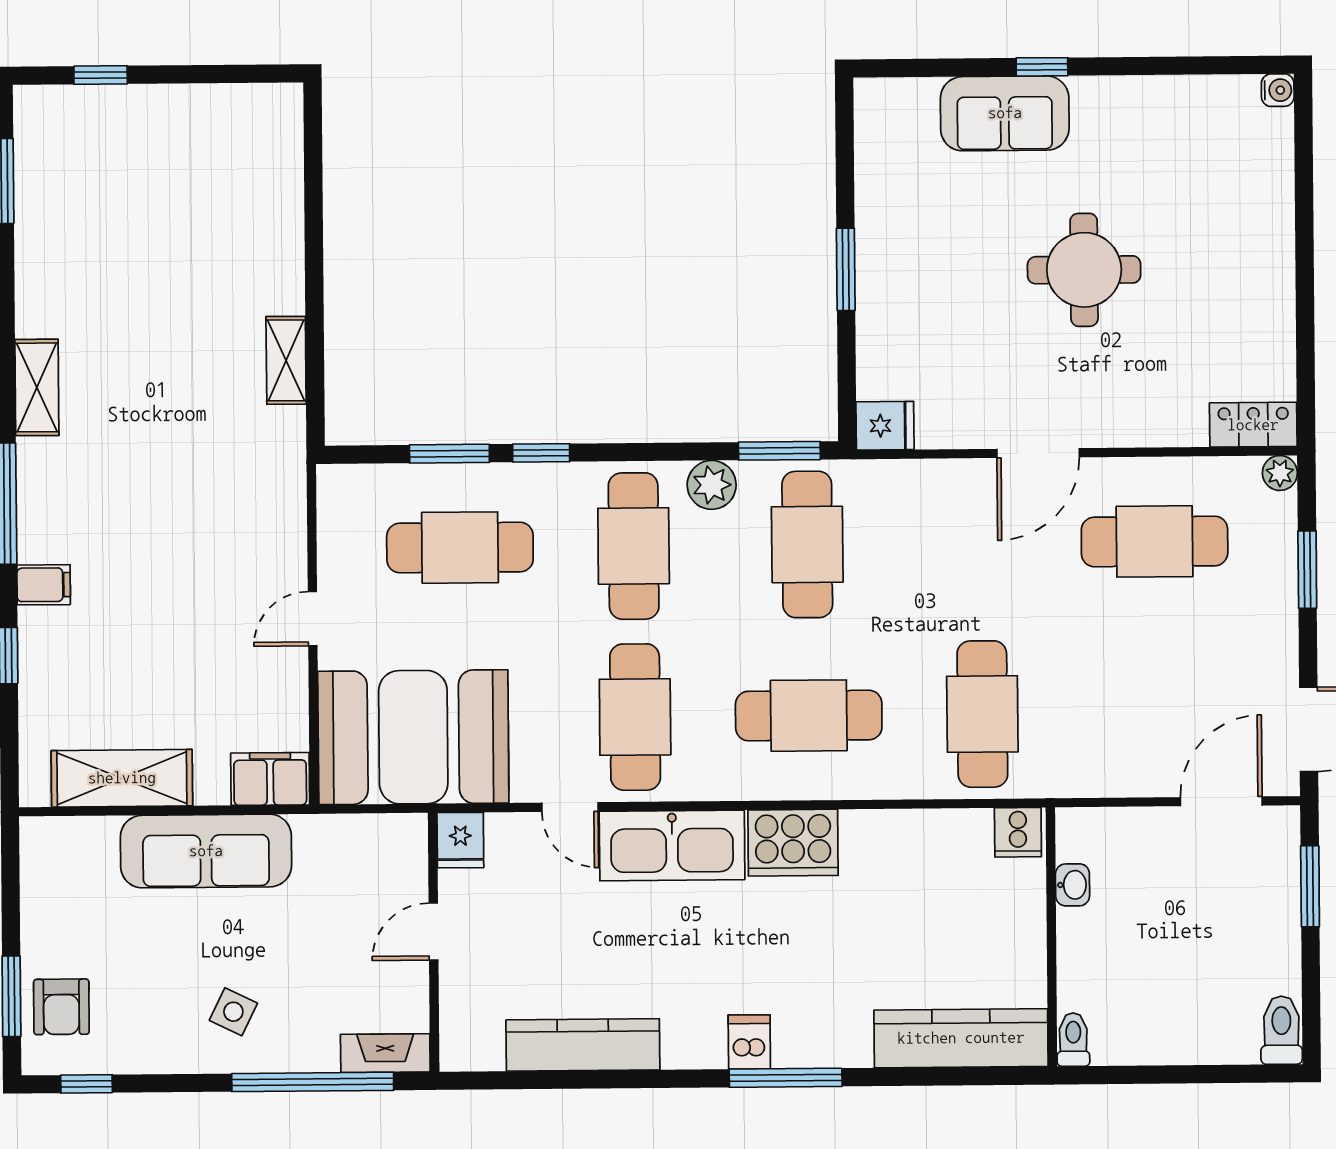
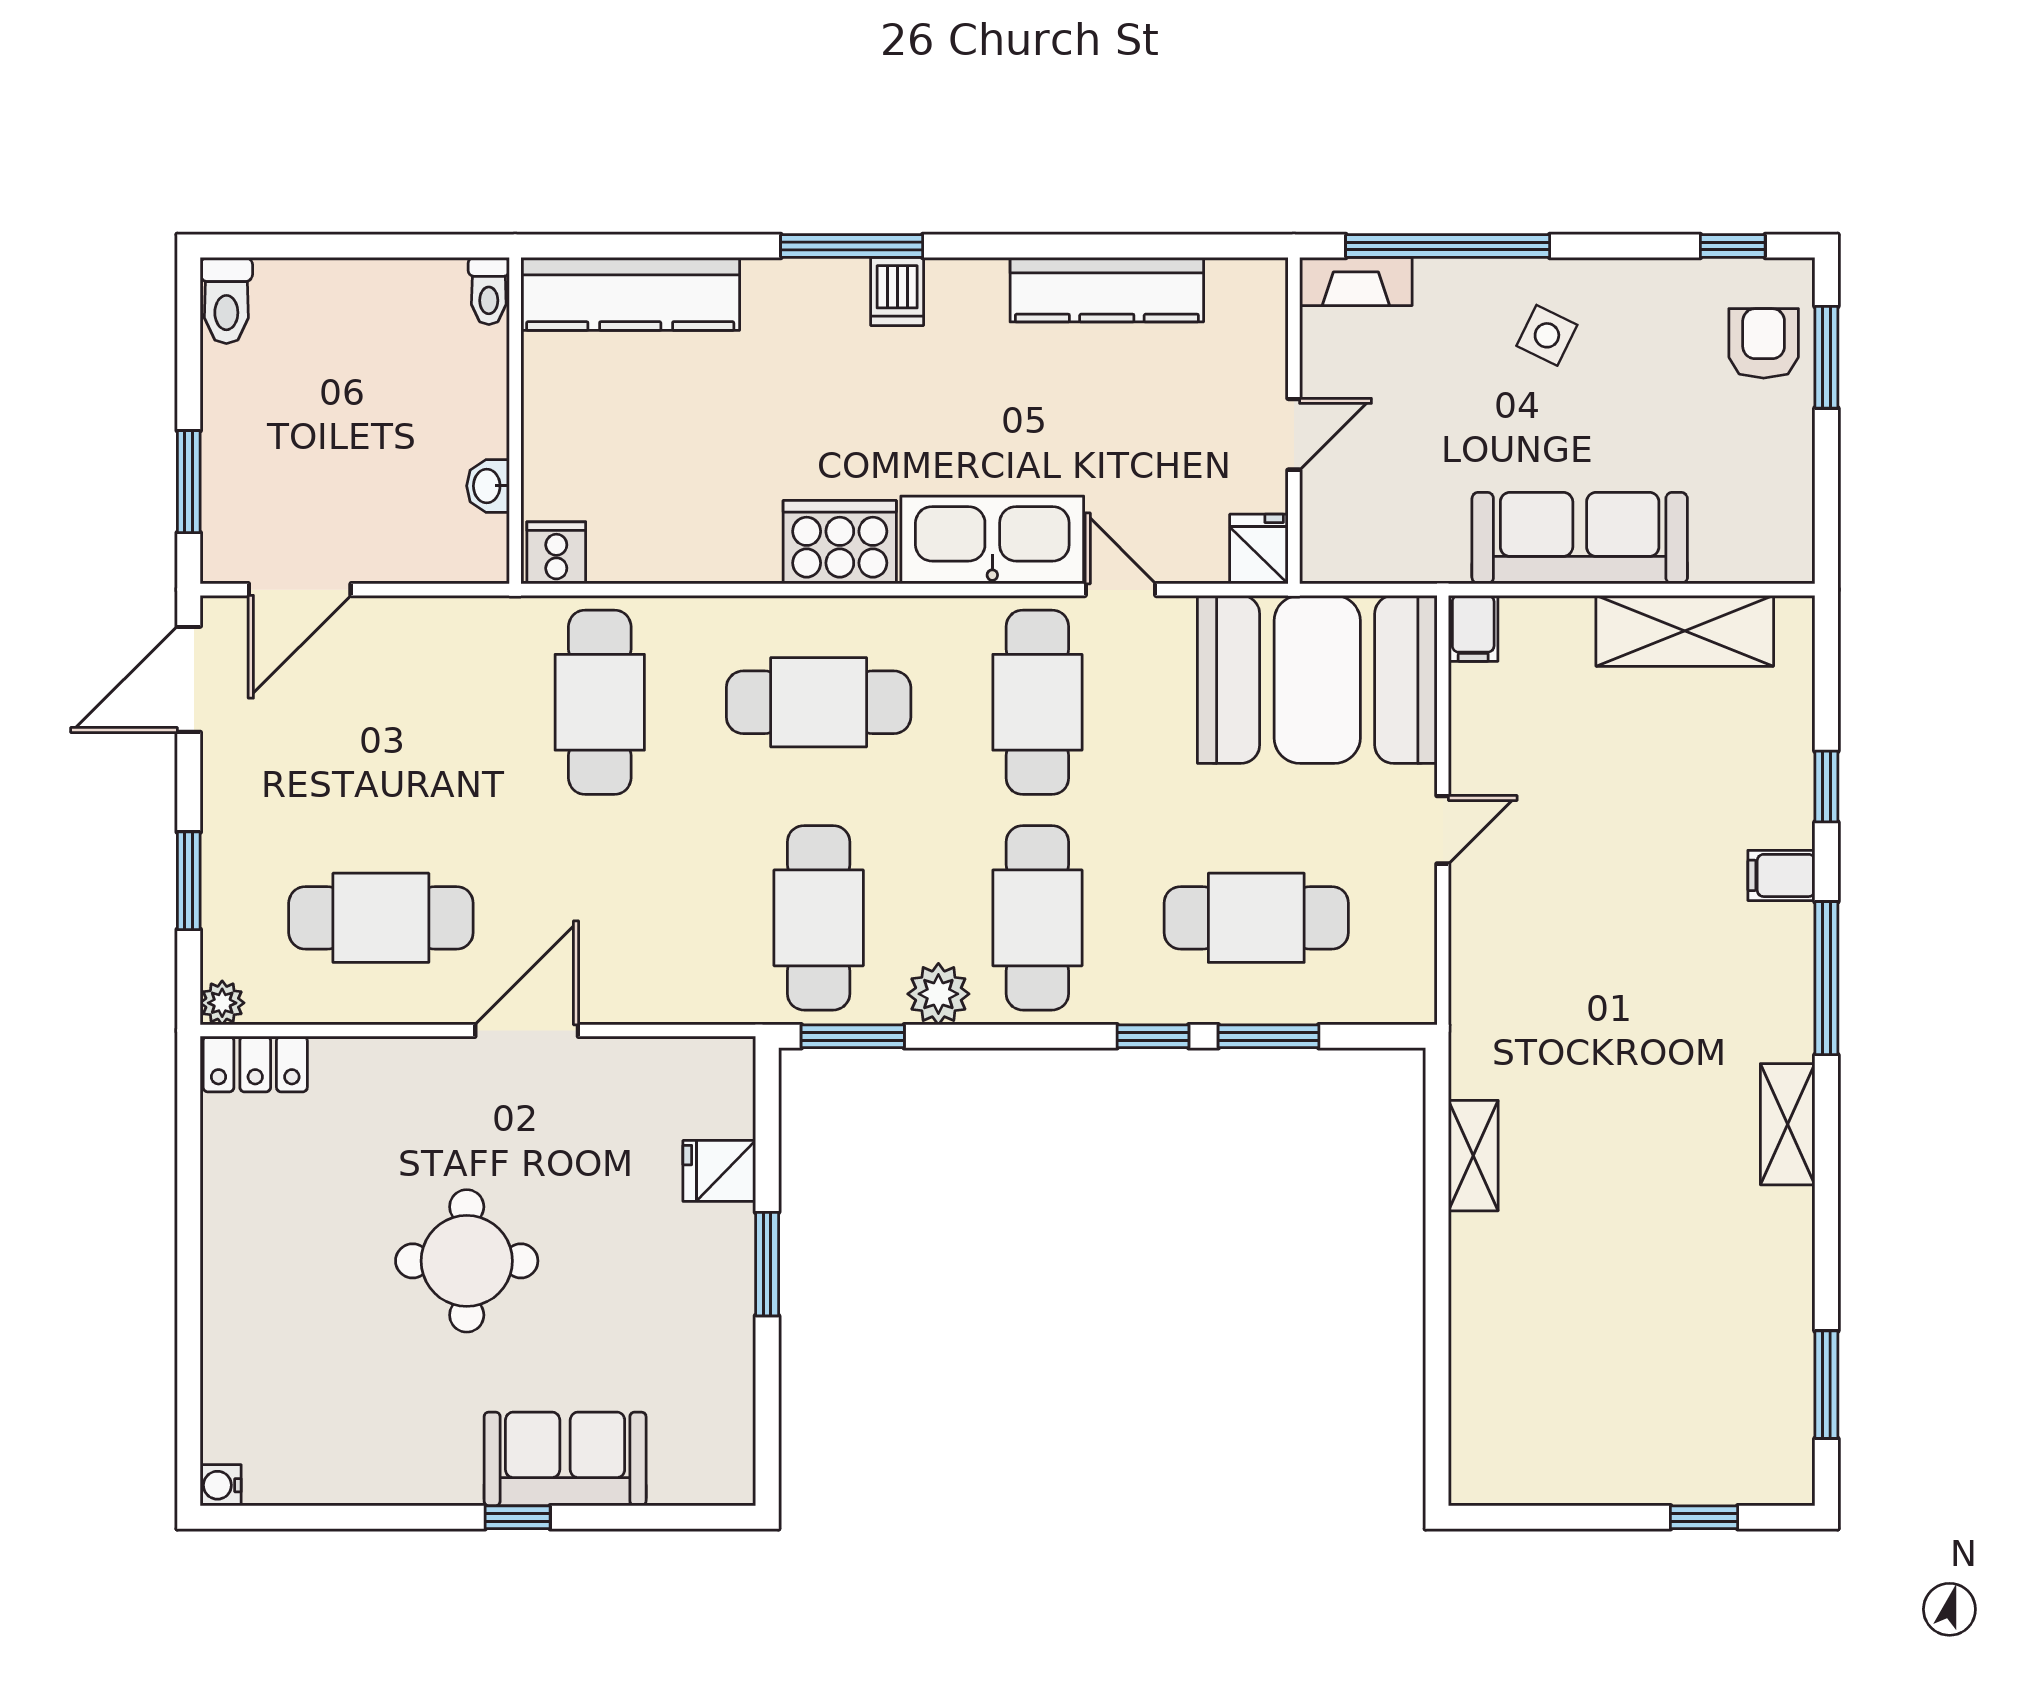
fridge: (885, 426) -> (719, 1171), moved
filing cabinet: (270, 779) -> (1473, 628), width x0.50

